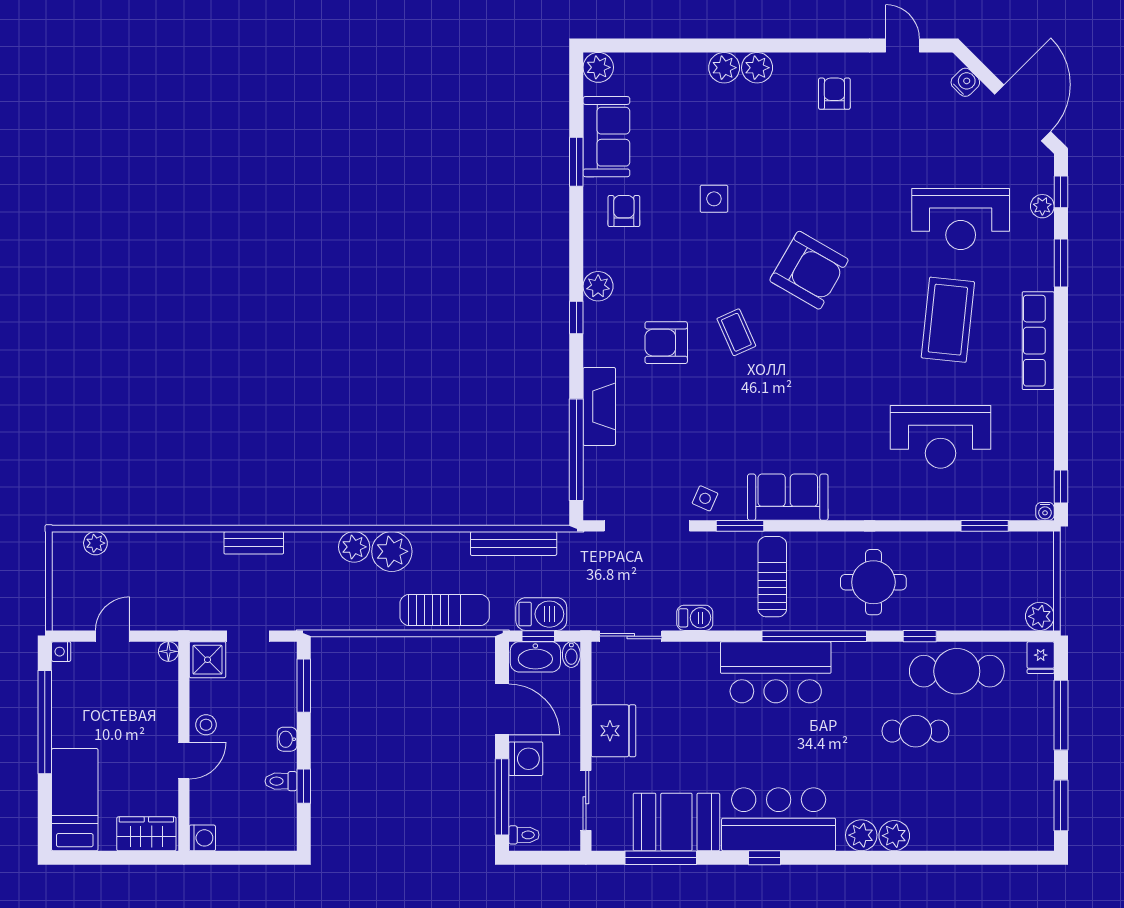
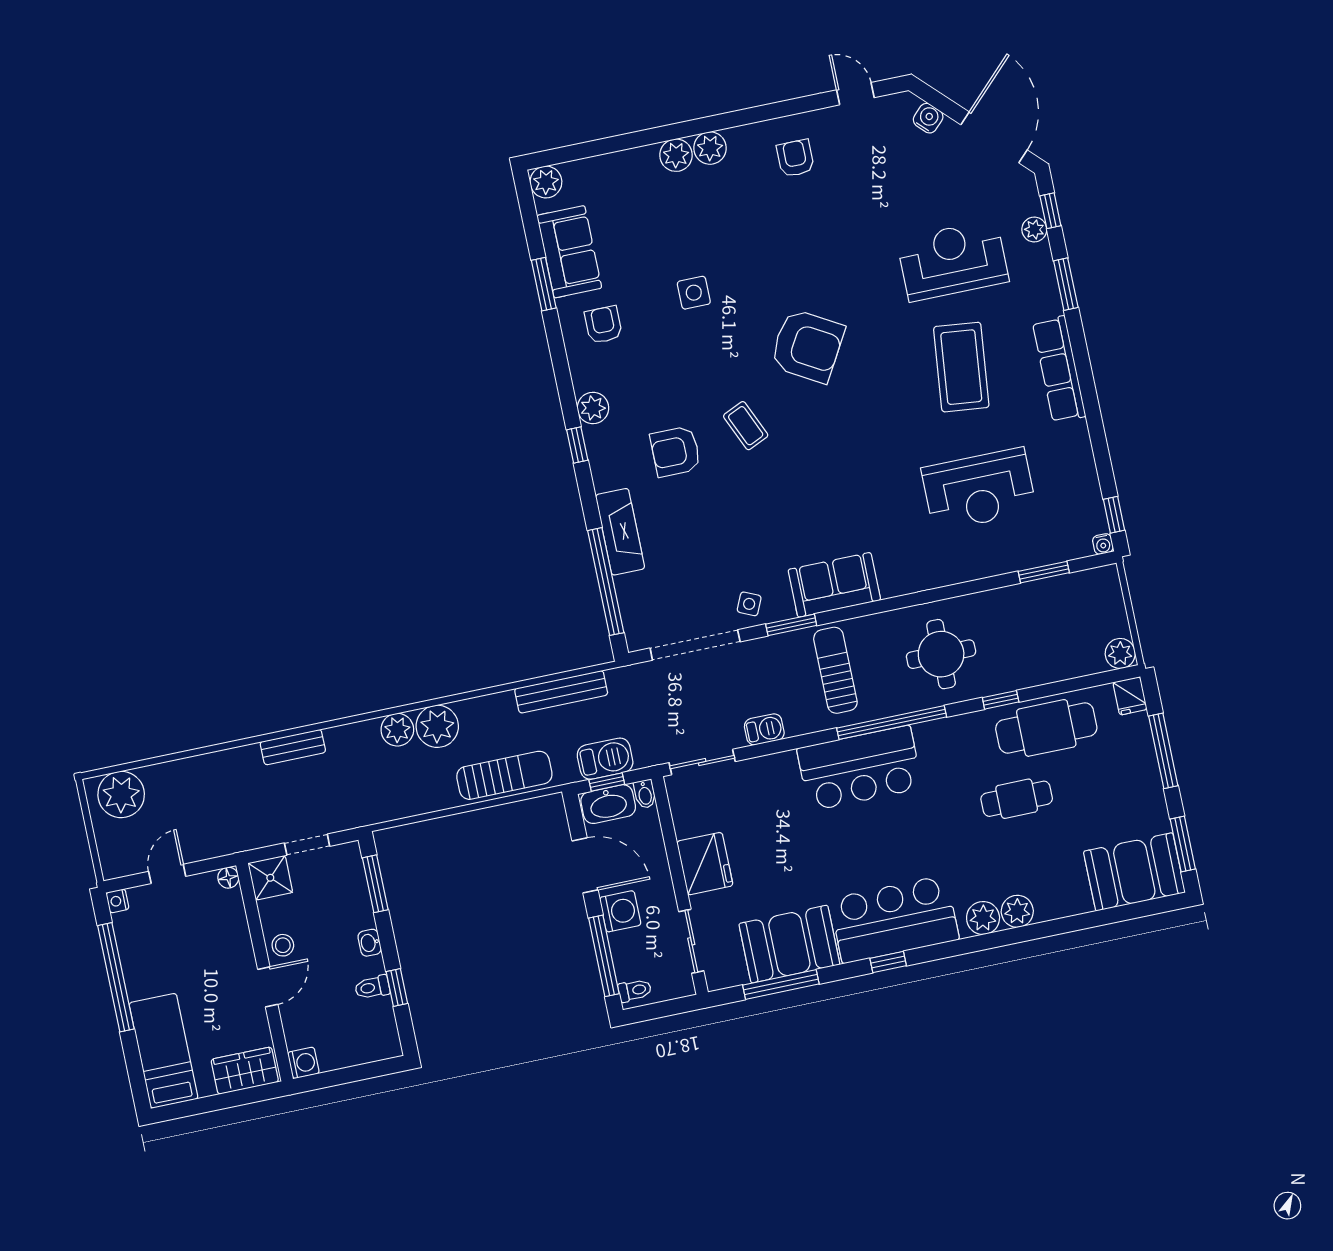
reception desk: (961, 219) -> (953, 260), turned 180
plant: (95, 543) -> (121, 794), width x1.88, depth x1.88
booth: (1011, 822) -> (1134, 872), added

